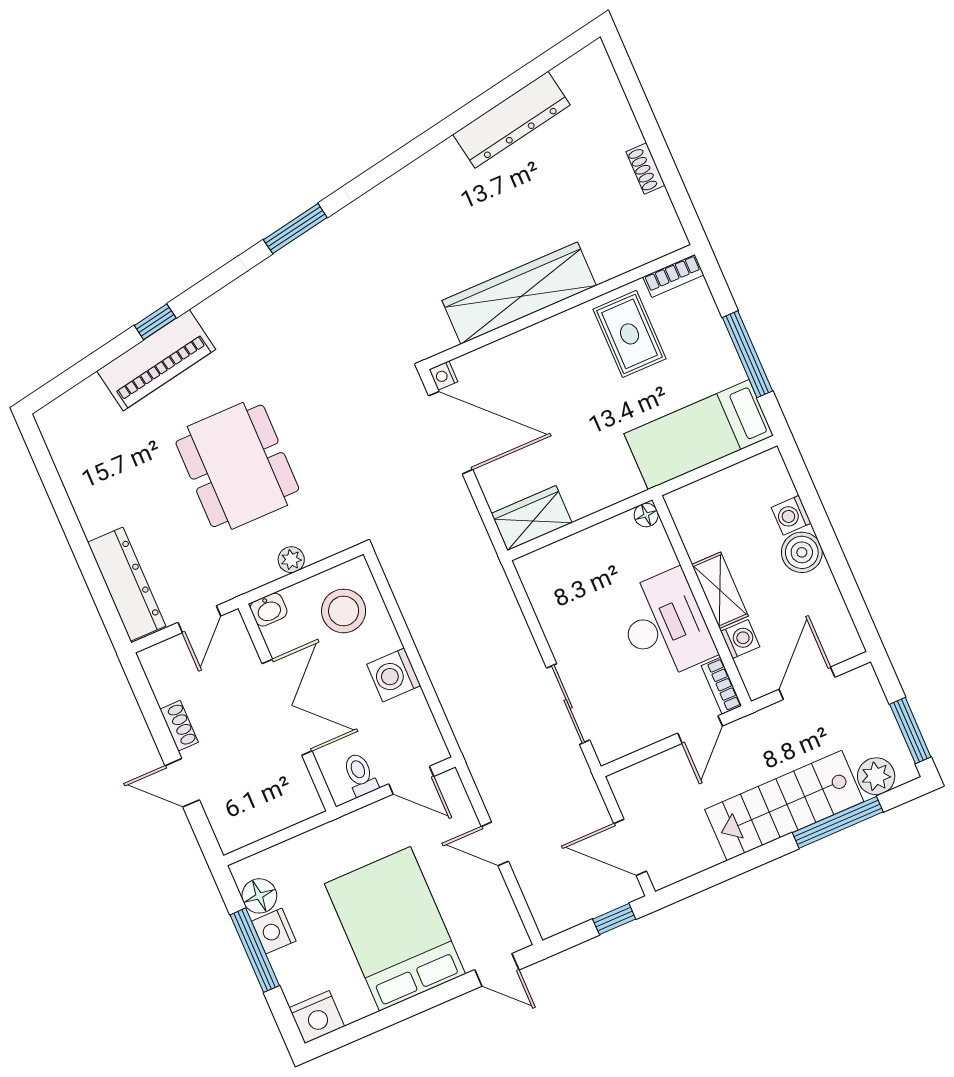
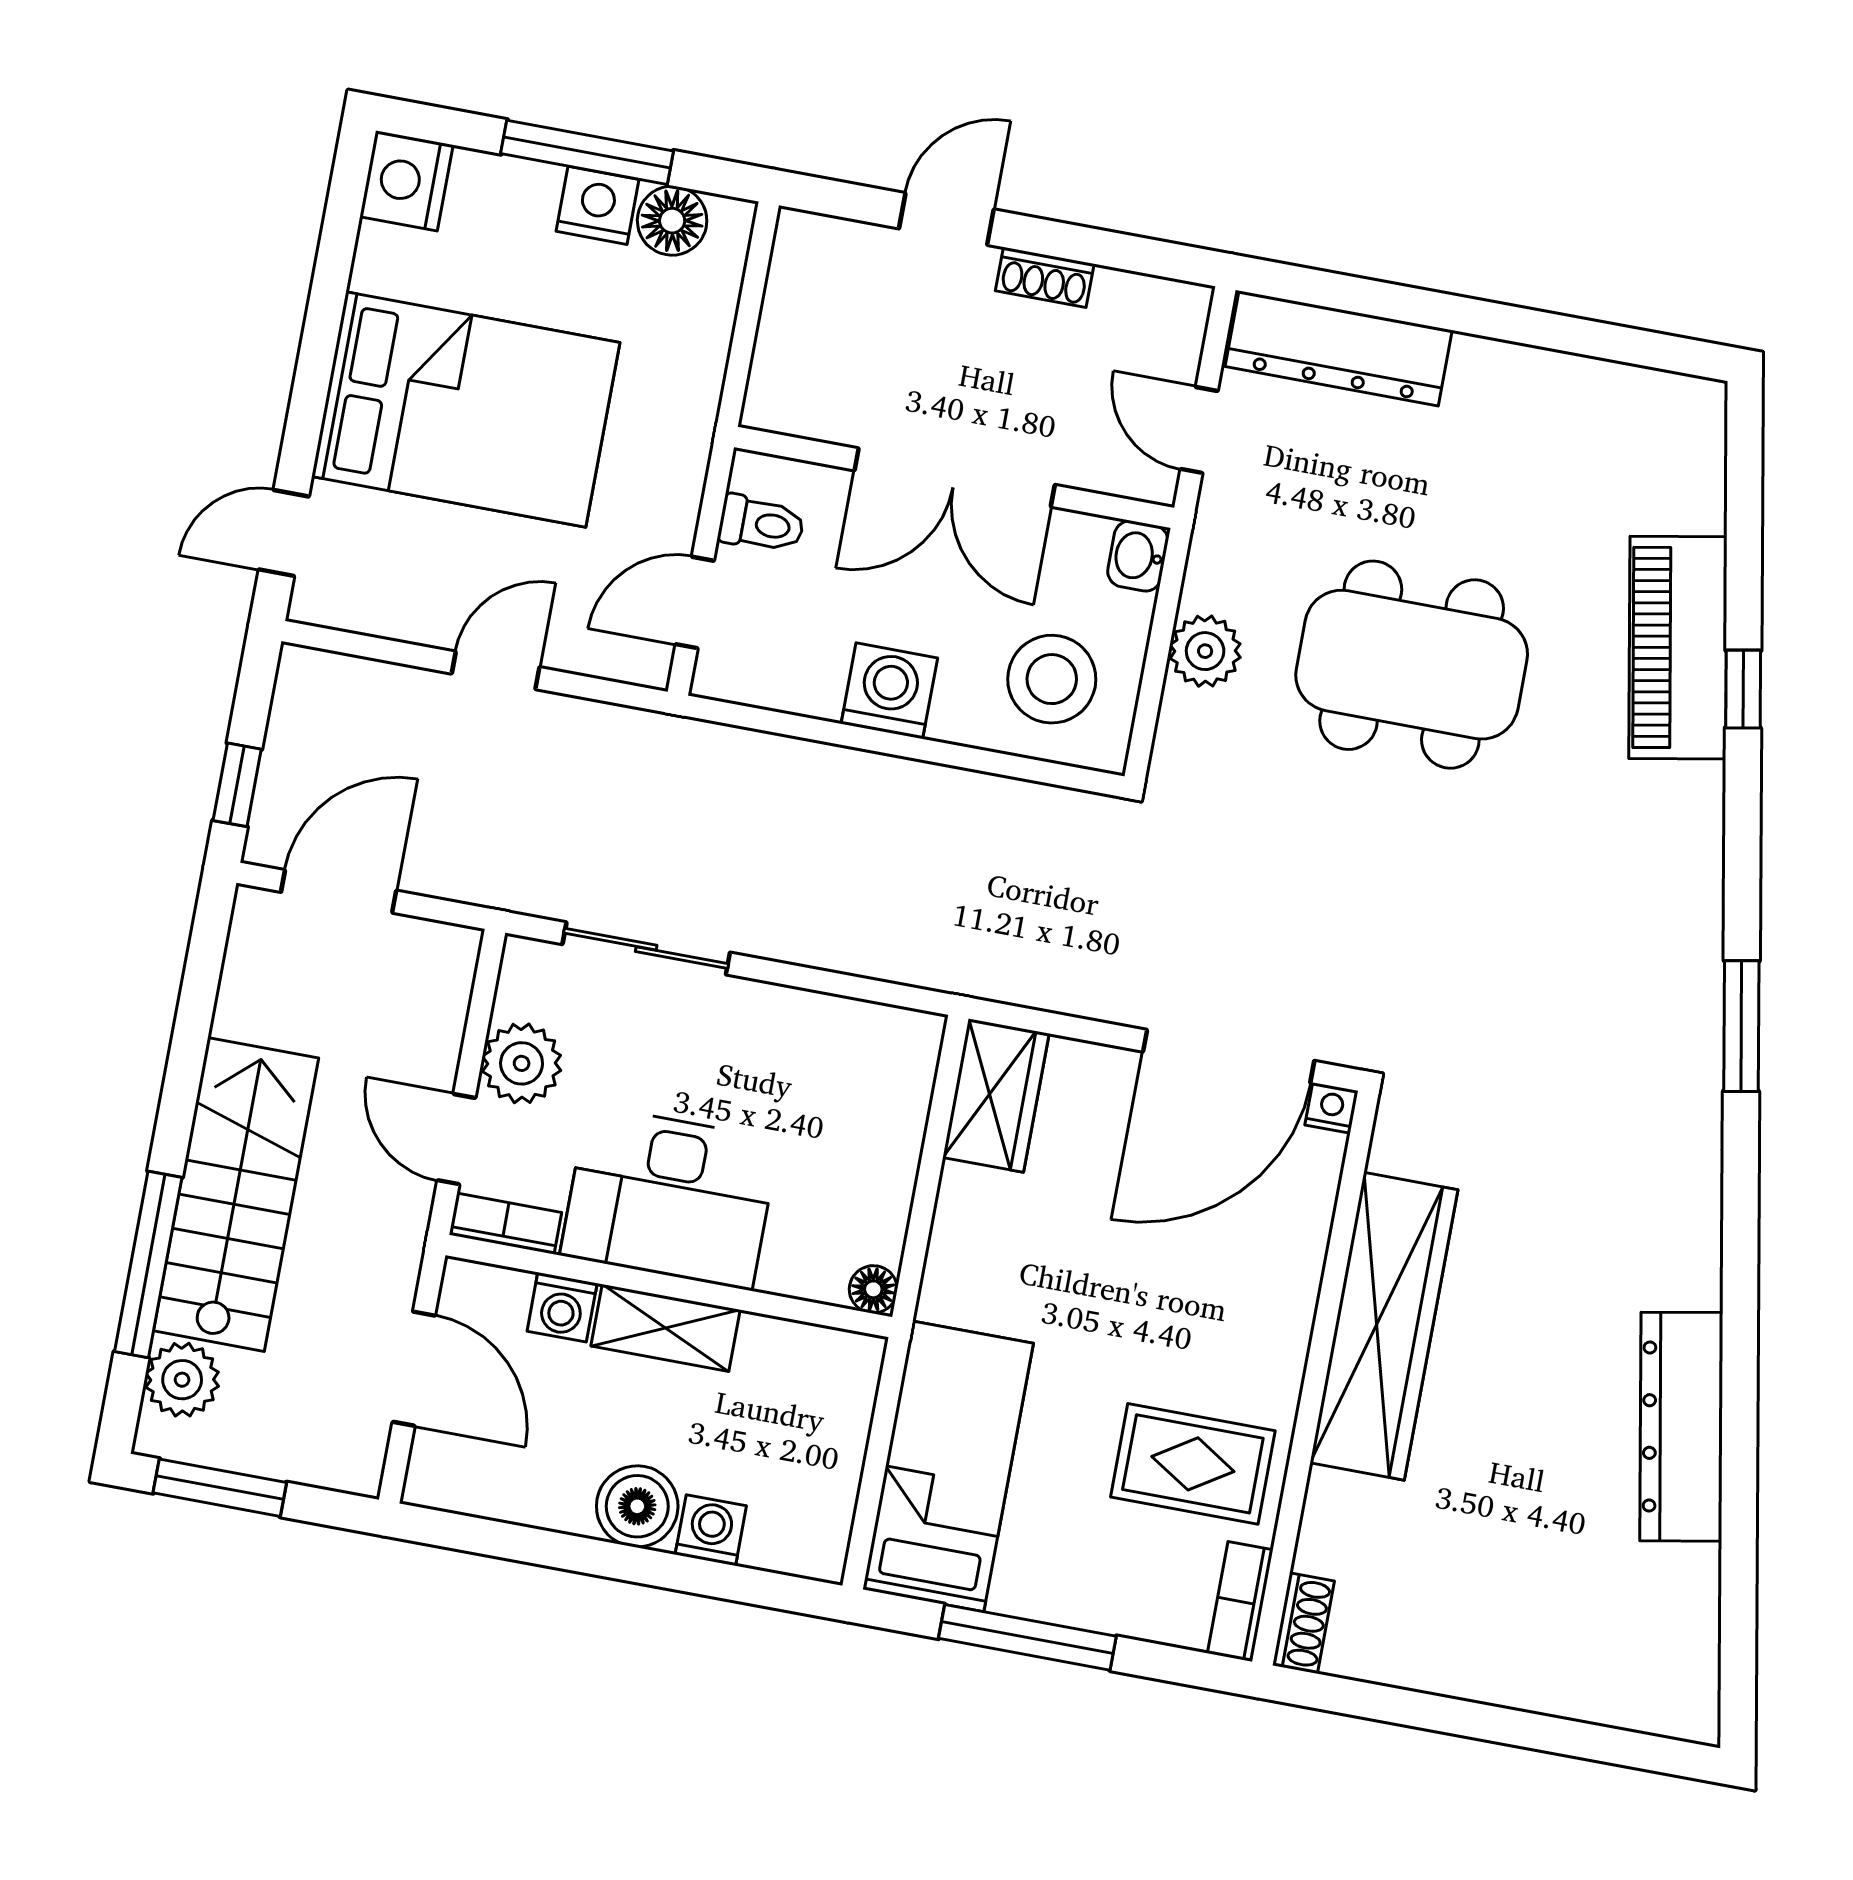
dresser: (511, 120) -> (1681, 1427), moved
shoe rack: (645, 169) -> (1303, 1623), moved, turned 90
plant: (291, 560) -> (1205, 651), width x1.38, depth x1.38
plant: (650, 724) -> (522, 1063), added

